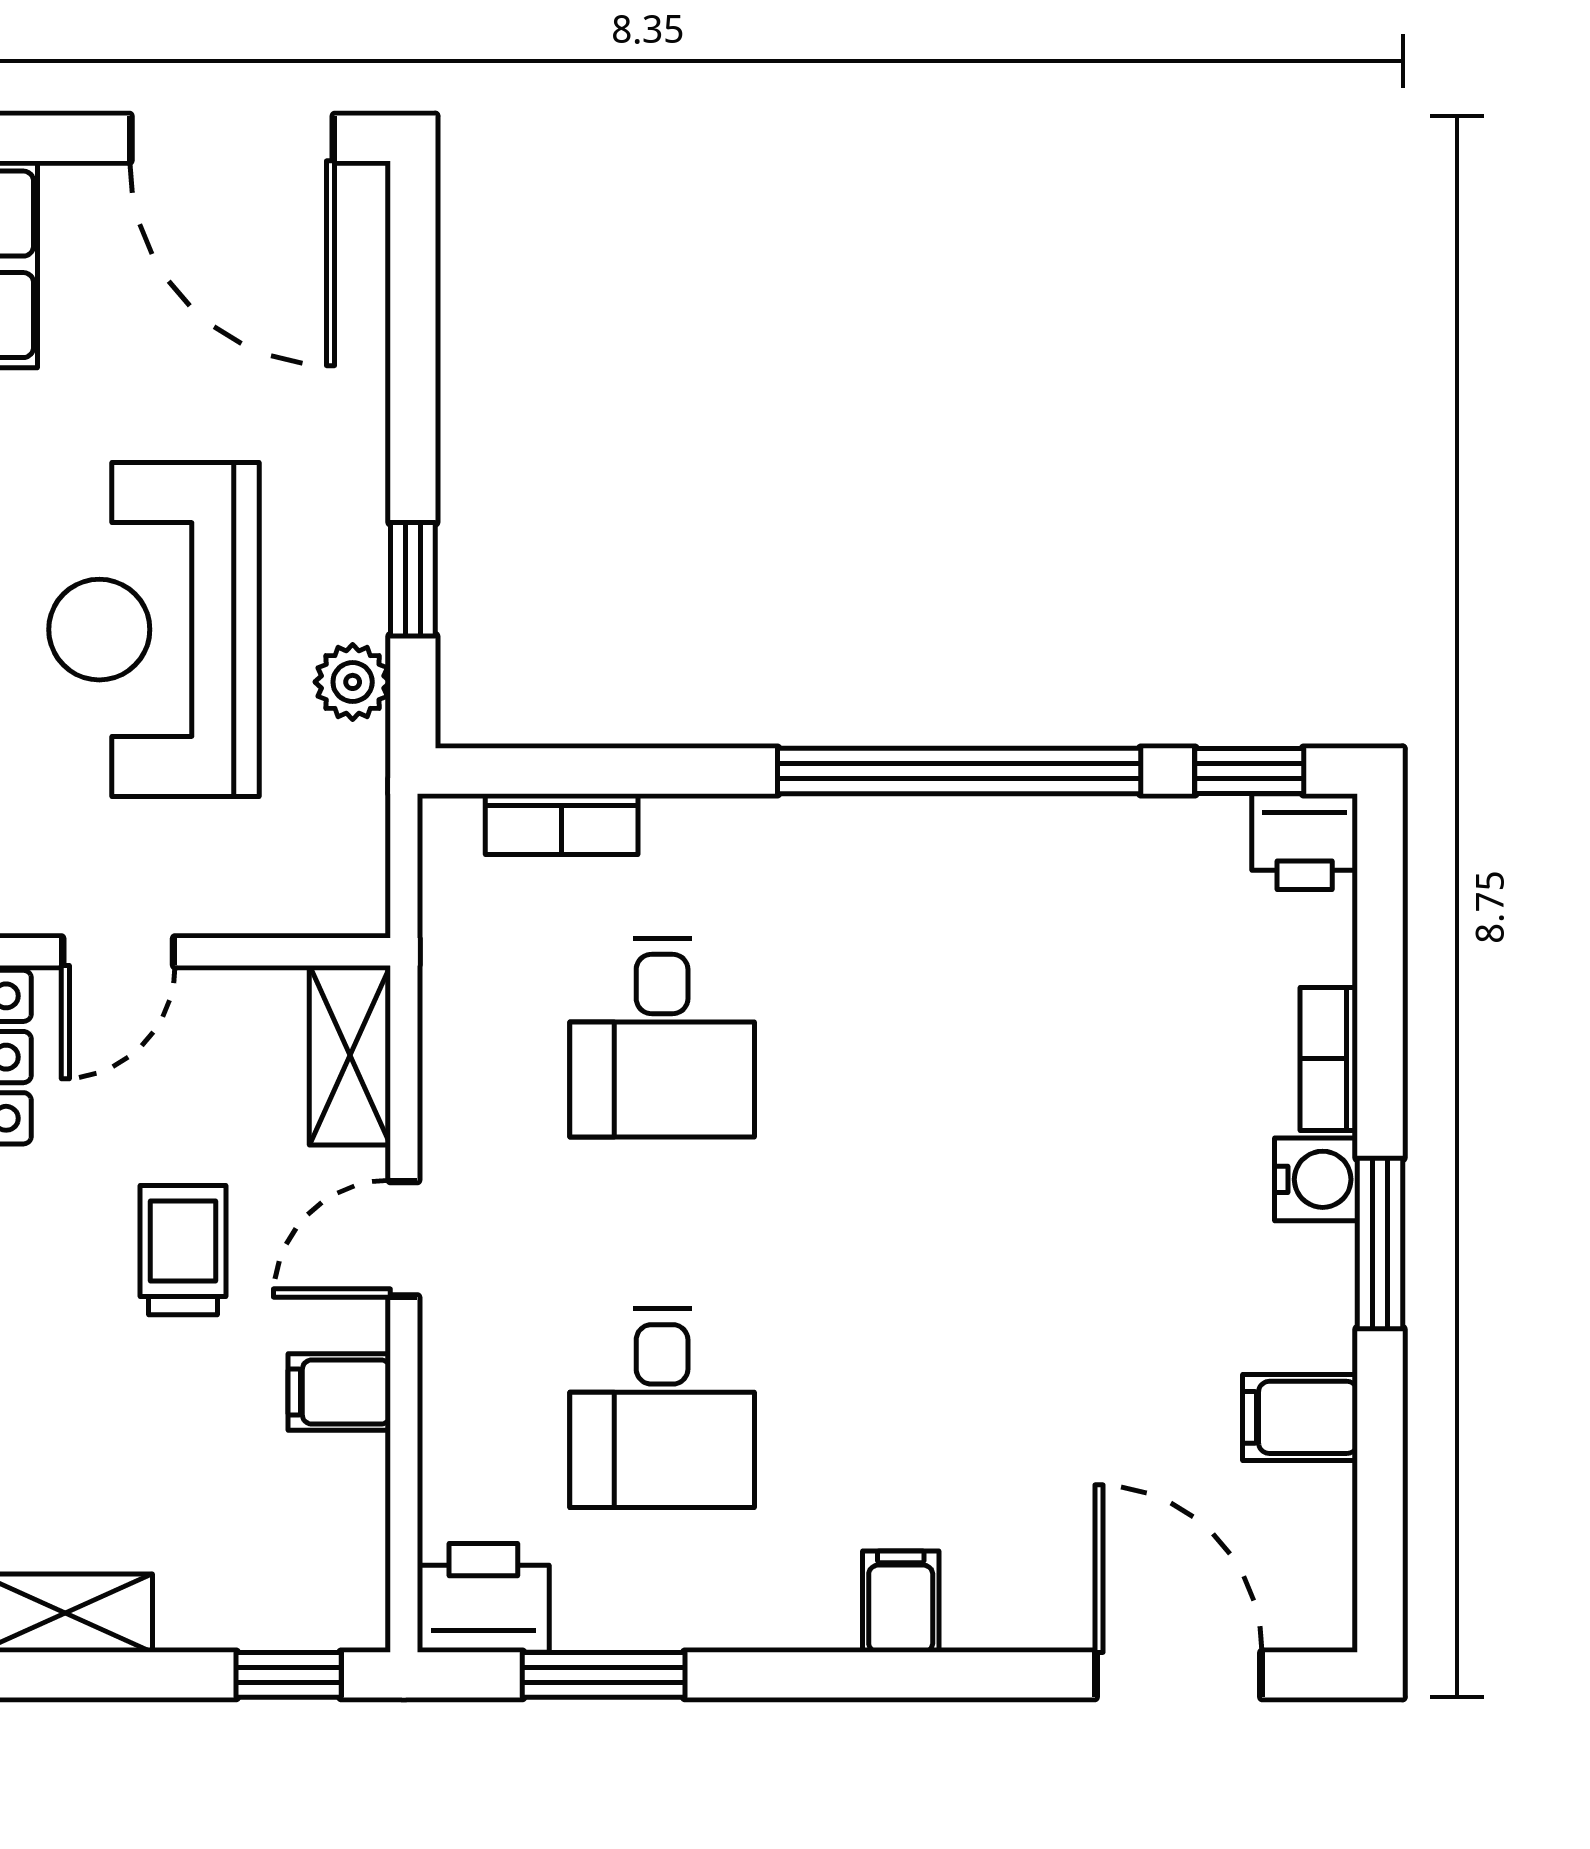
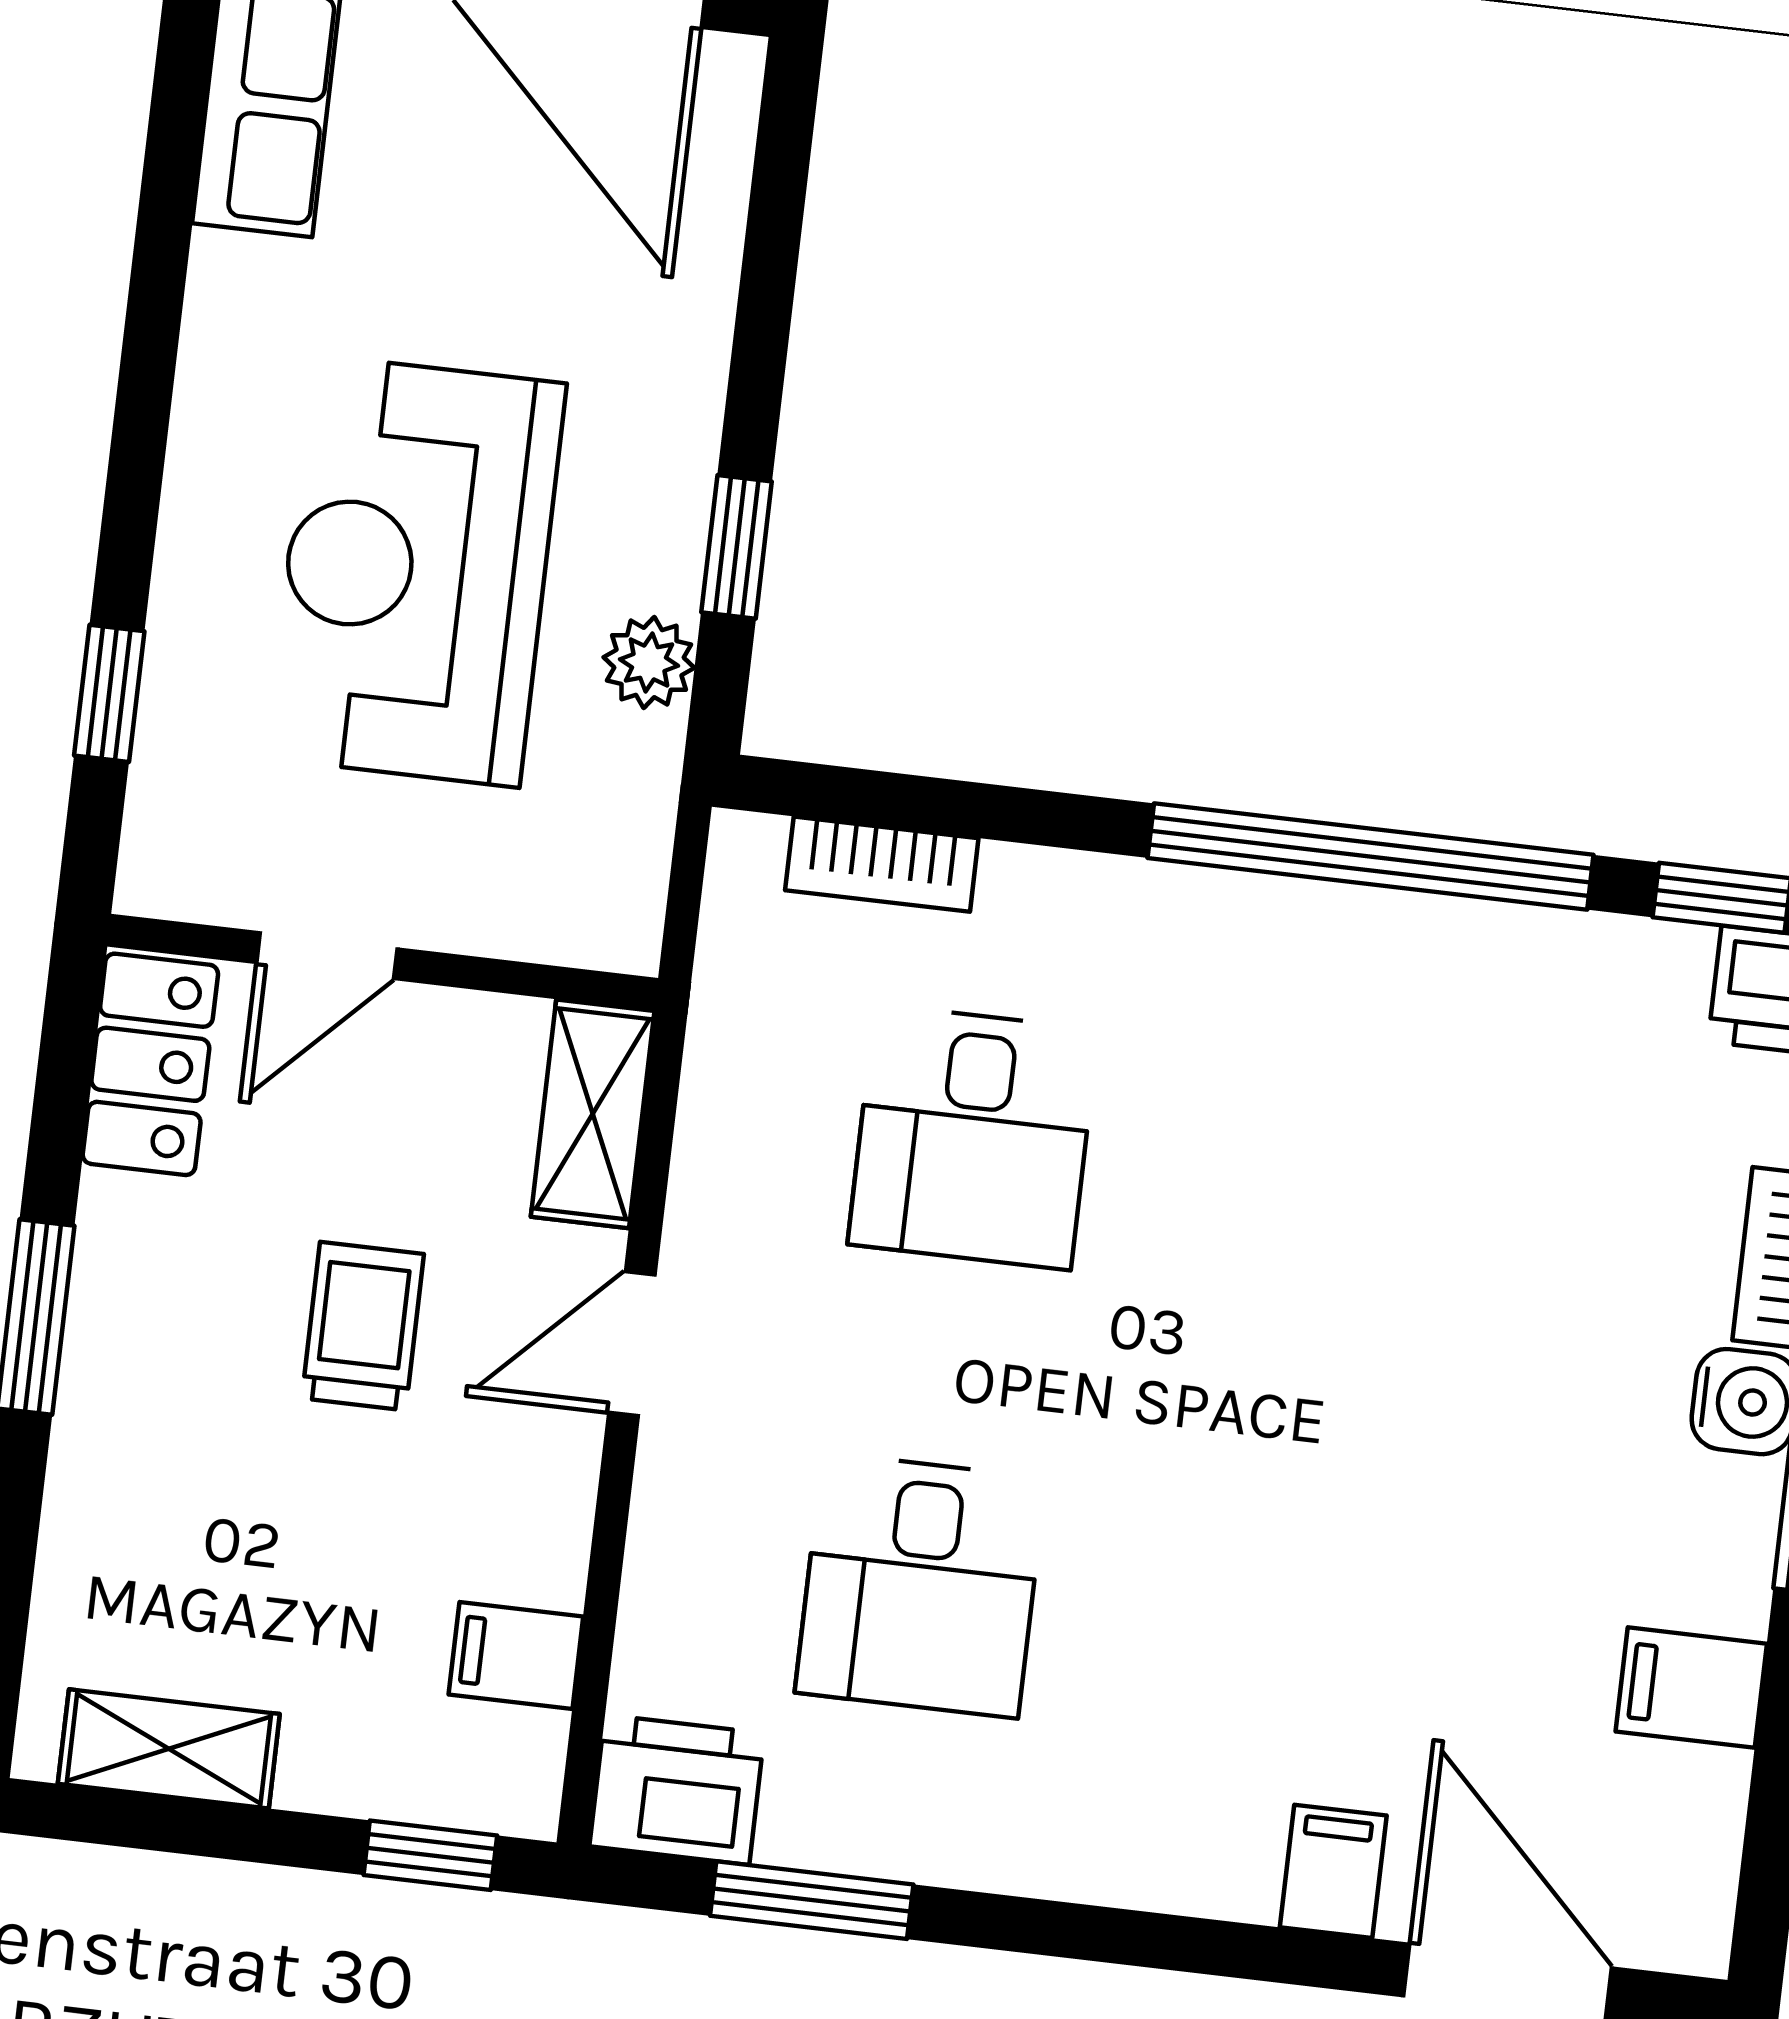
filing cabinet: (339, 1392) -> (516, 1655), moved
filing cabinet: (901, 1602) -> (1333, 1871), moved

